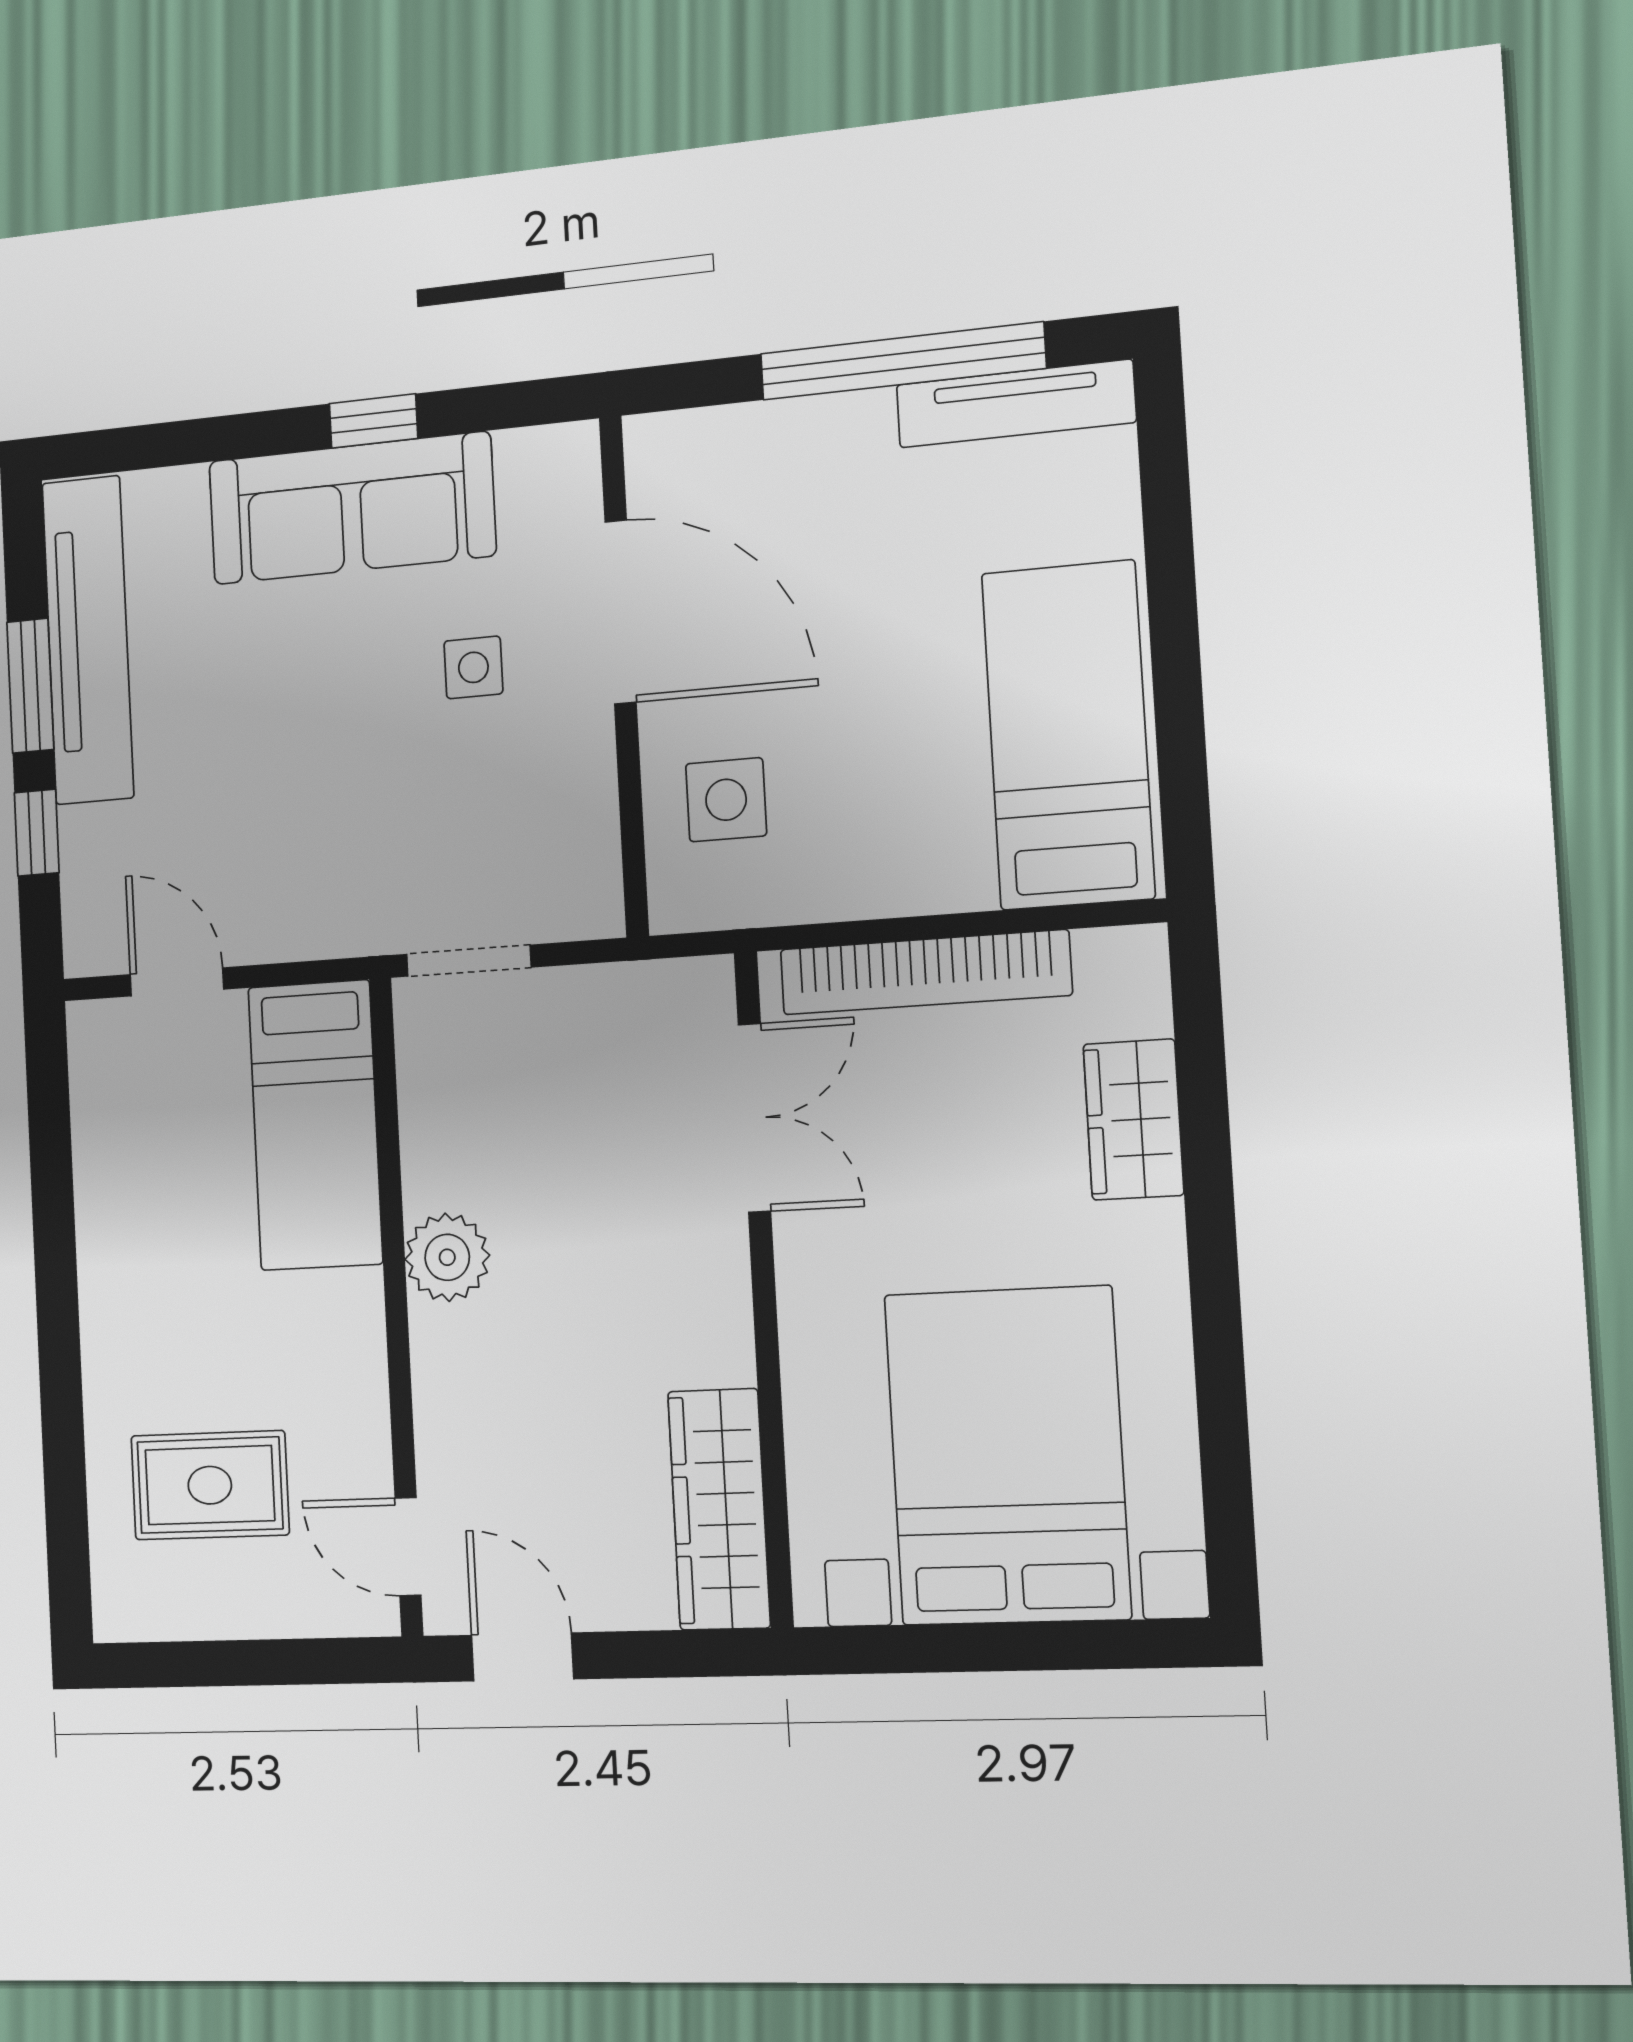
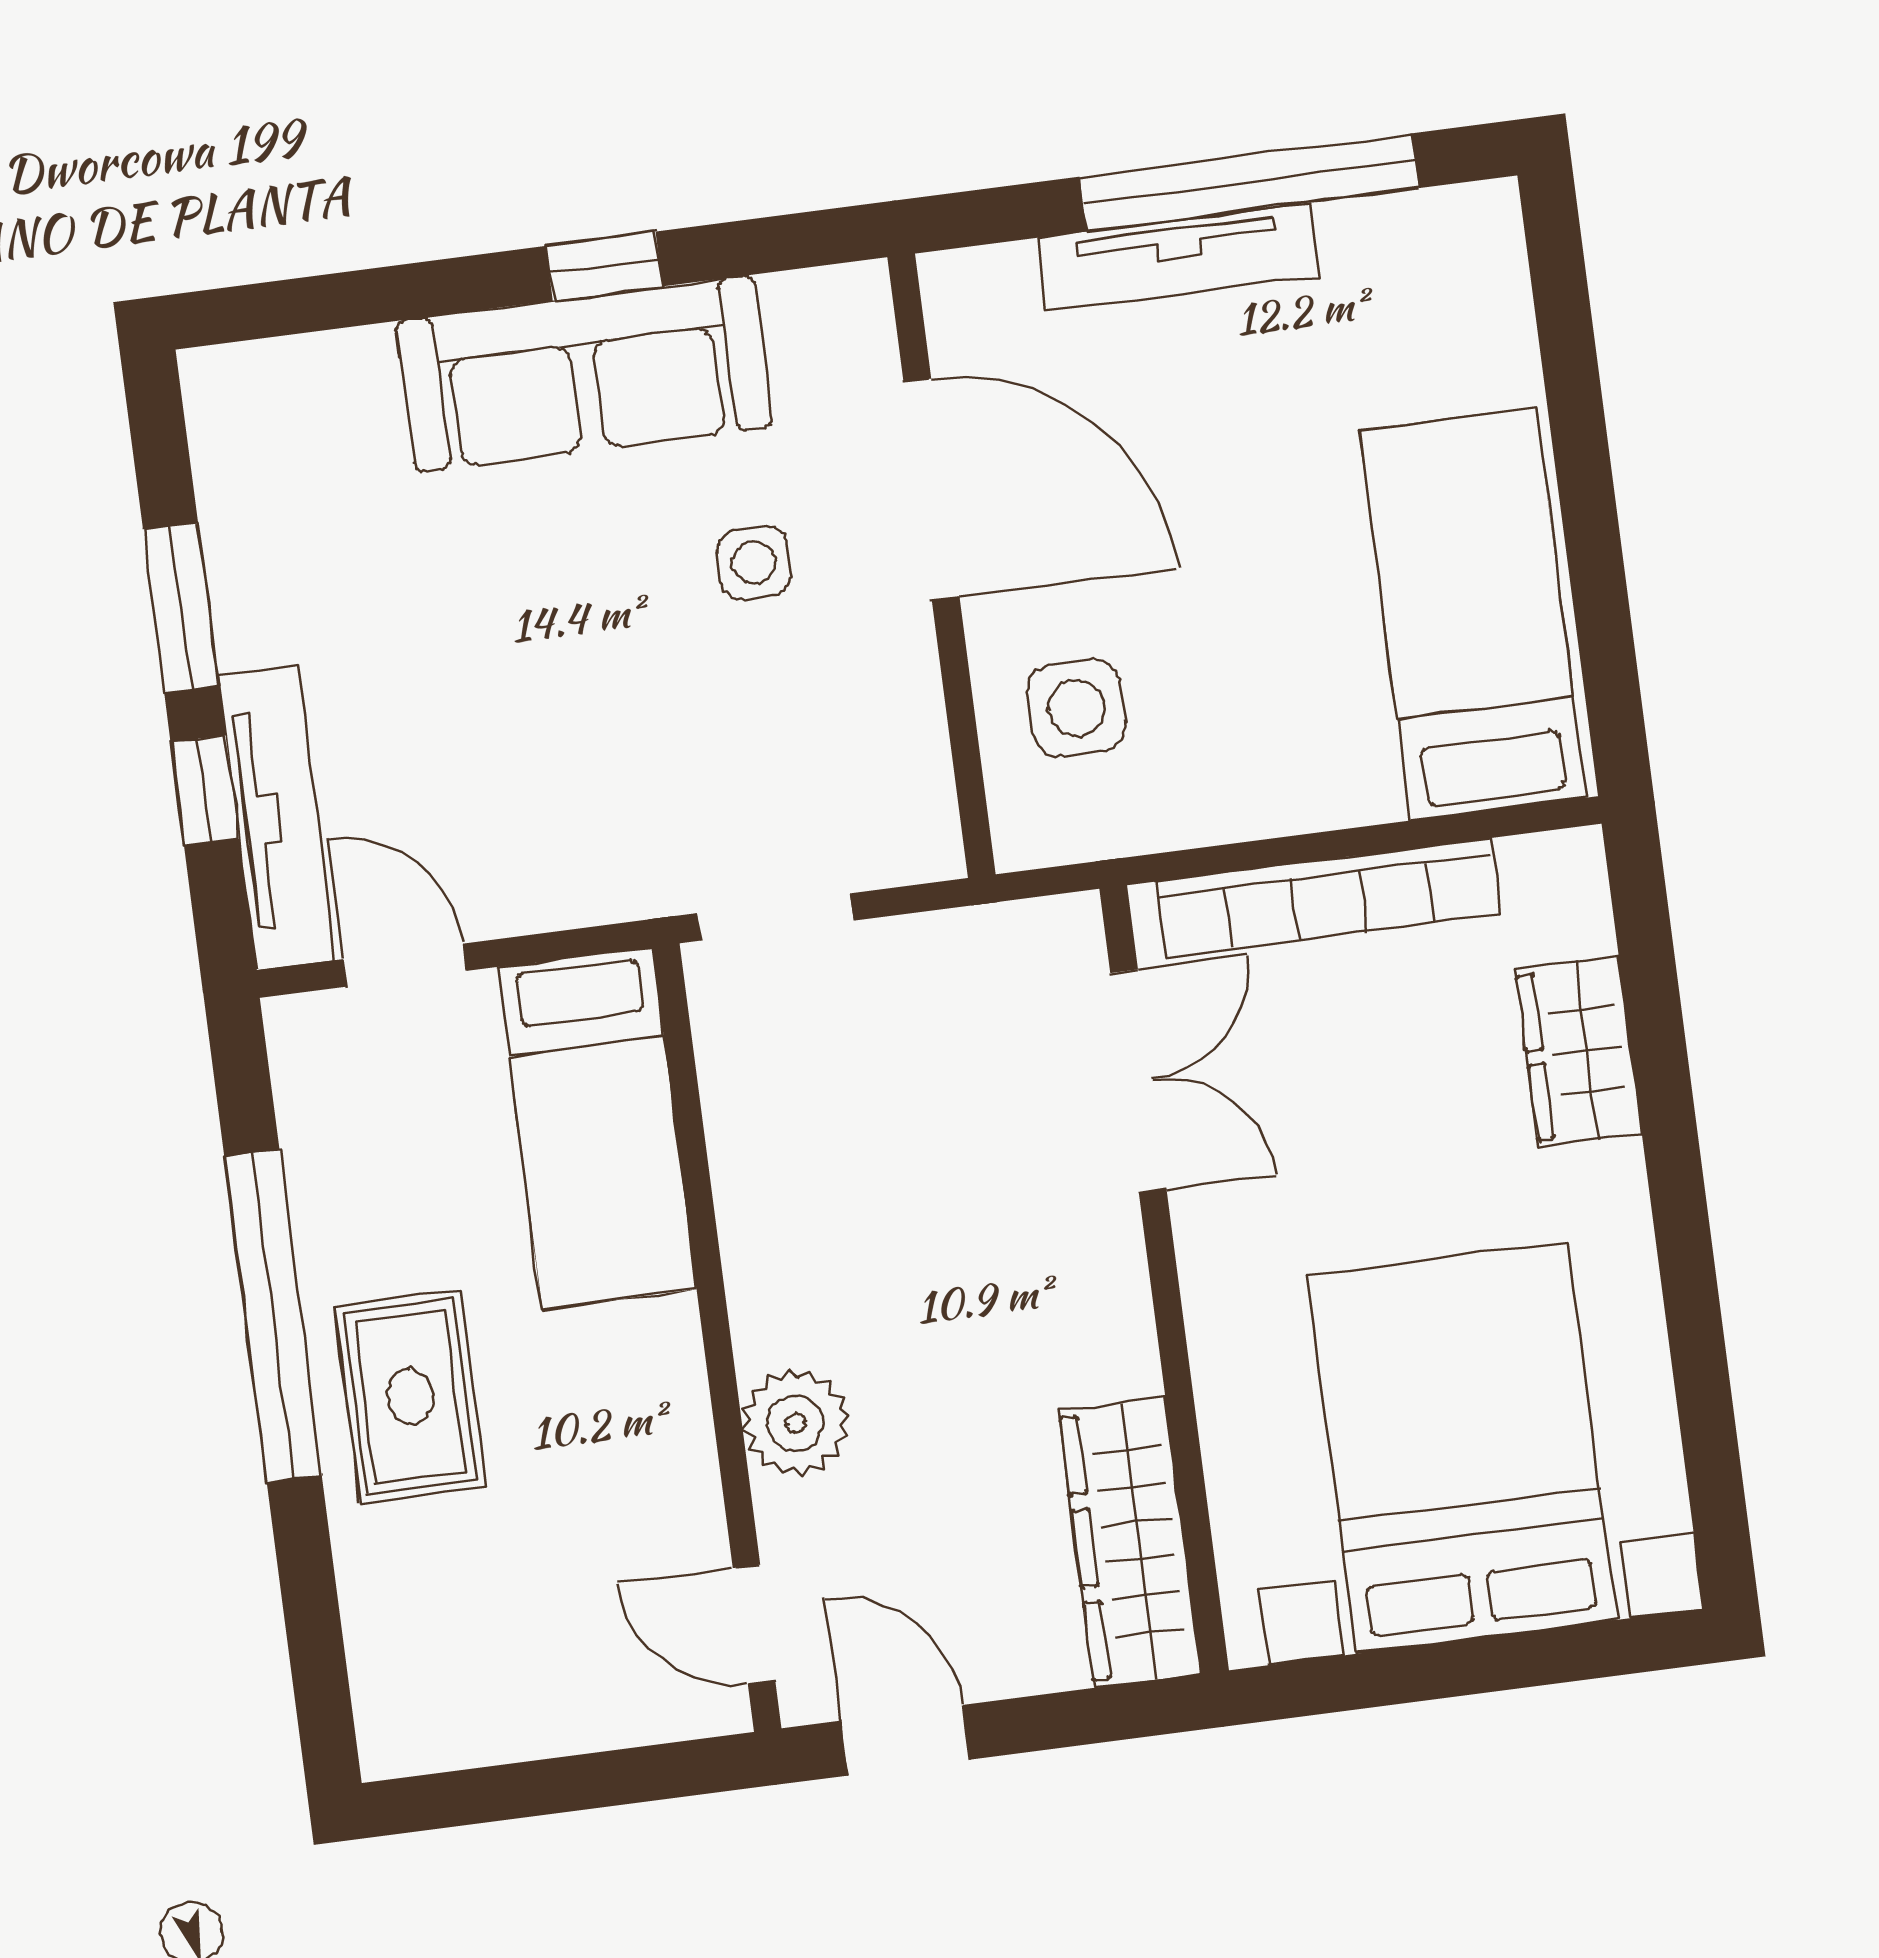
tv unit: (1016, 404) -> (1179, 257), moved
tv unit: (88, 640) -> (277, 818), moved, width x0.73, depth x0.78
plant: (447, 1257) -> (795, 1423), moved
window: (55, 1258) -> (273, 1316), added
rug: (210, 1485) -> (410, 1396), moved, turned 90

